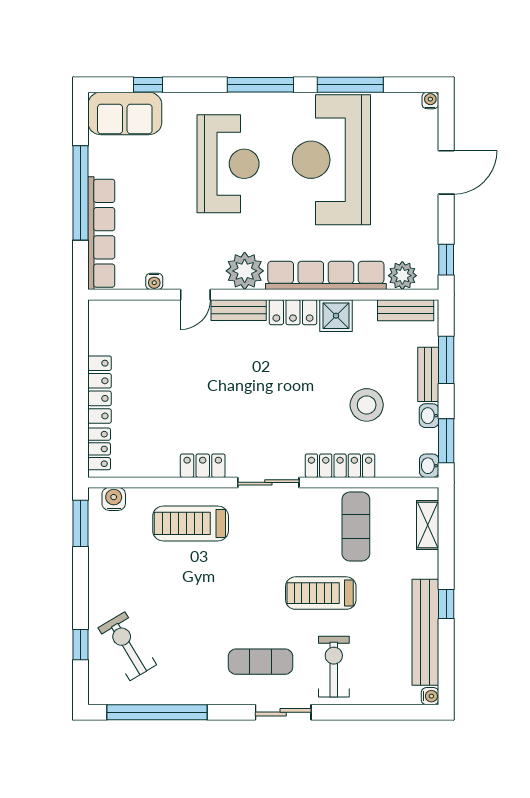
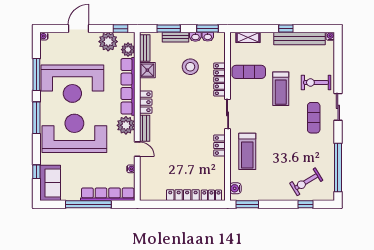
reception desk: (228, 164) -> (74, 133), width x1.36, depth x1.30
door: (446, 172) -> (78, 29), hinge flipped
plant: (419, 234) -> (108, 42), added
shower: (336, 316) -> (147, 70), moved
washbasin: (429, 466) -> (208, 37), moved

